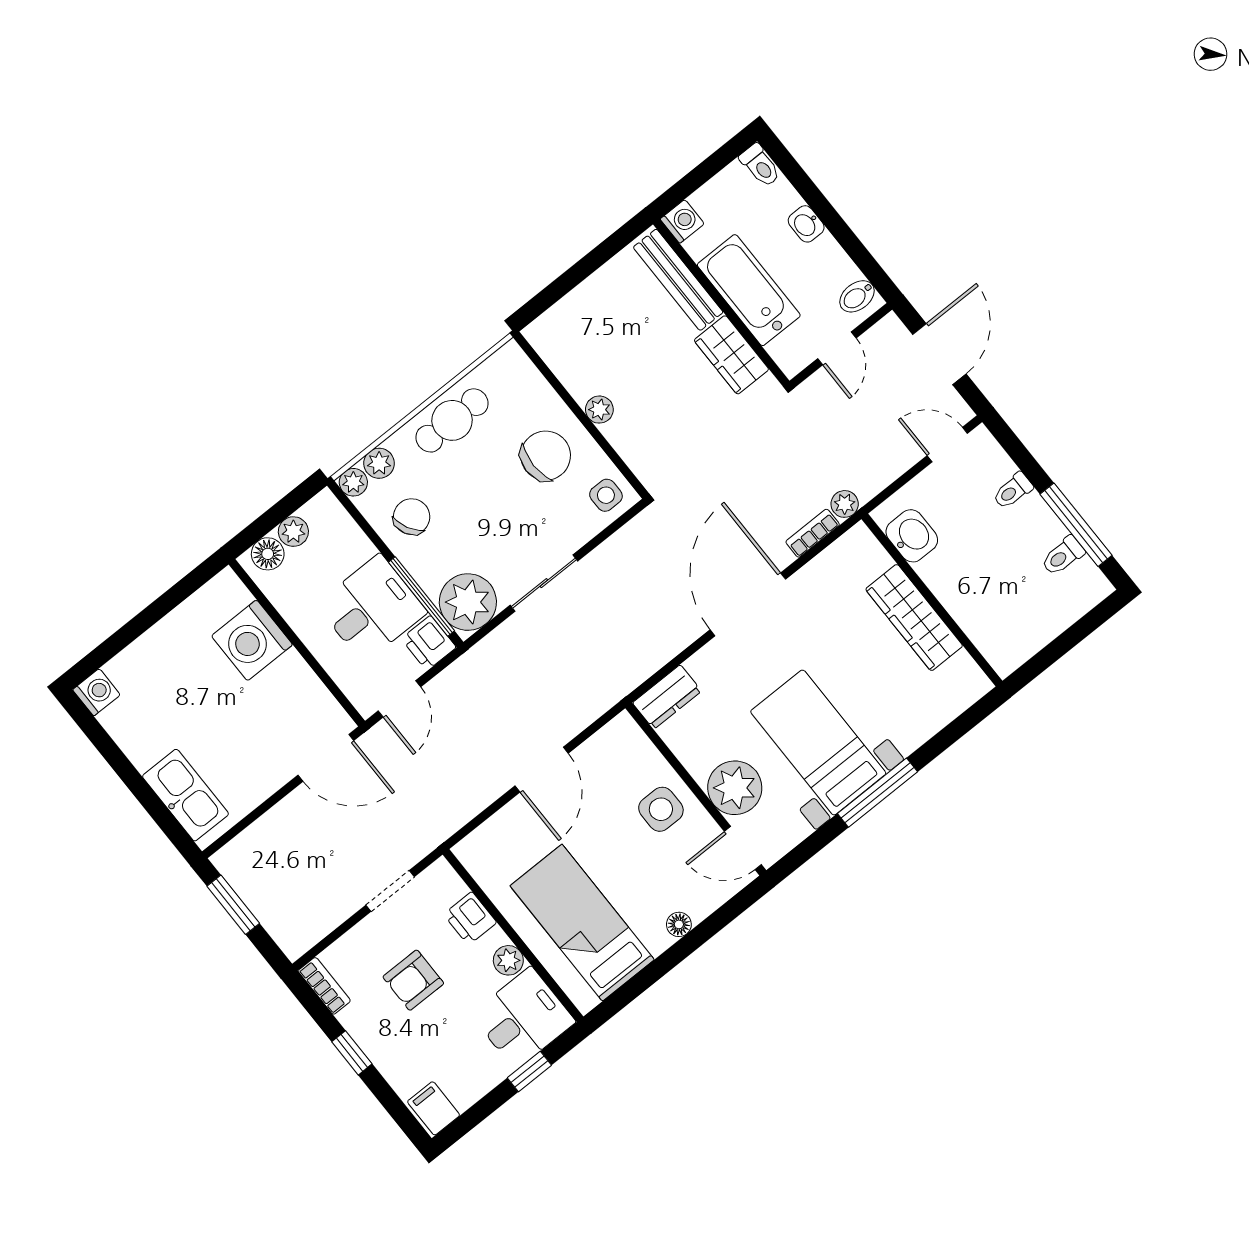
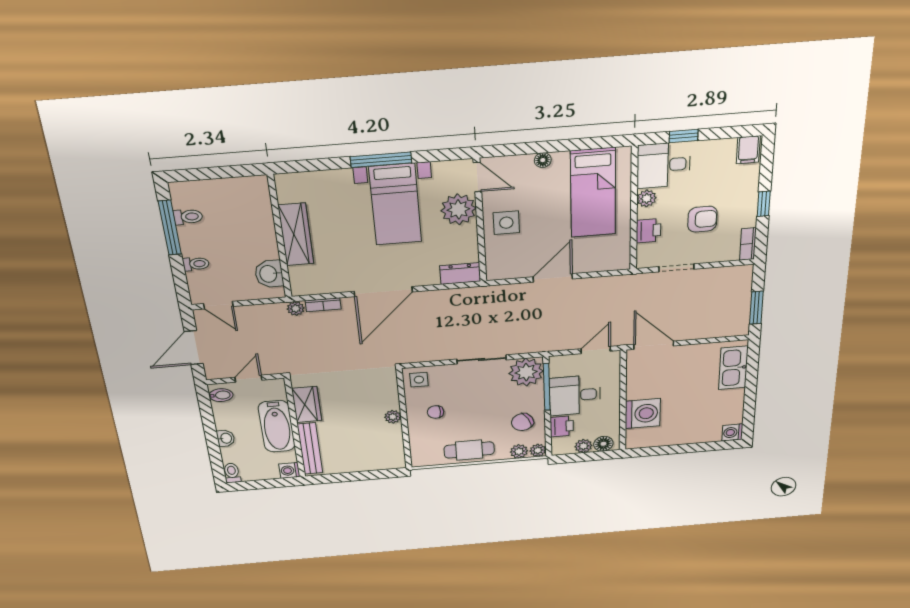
chair: (546, 456) -> (436, 412), width x0.54, depth x0.54
printer: (429, 643) -> (562, 426), moved

